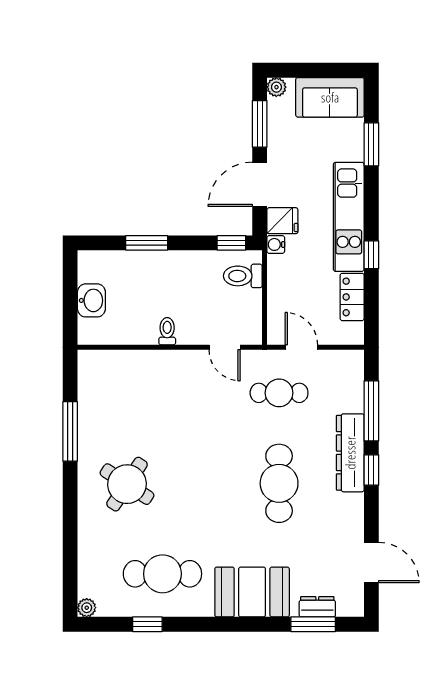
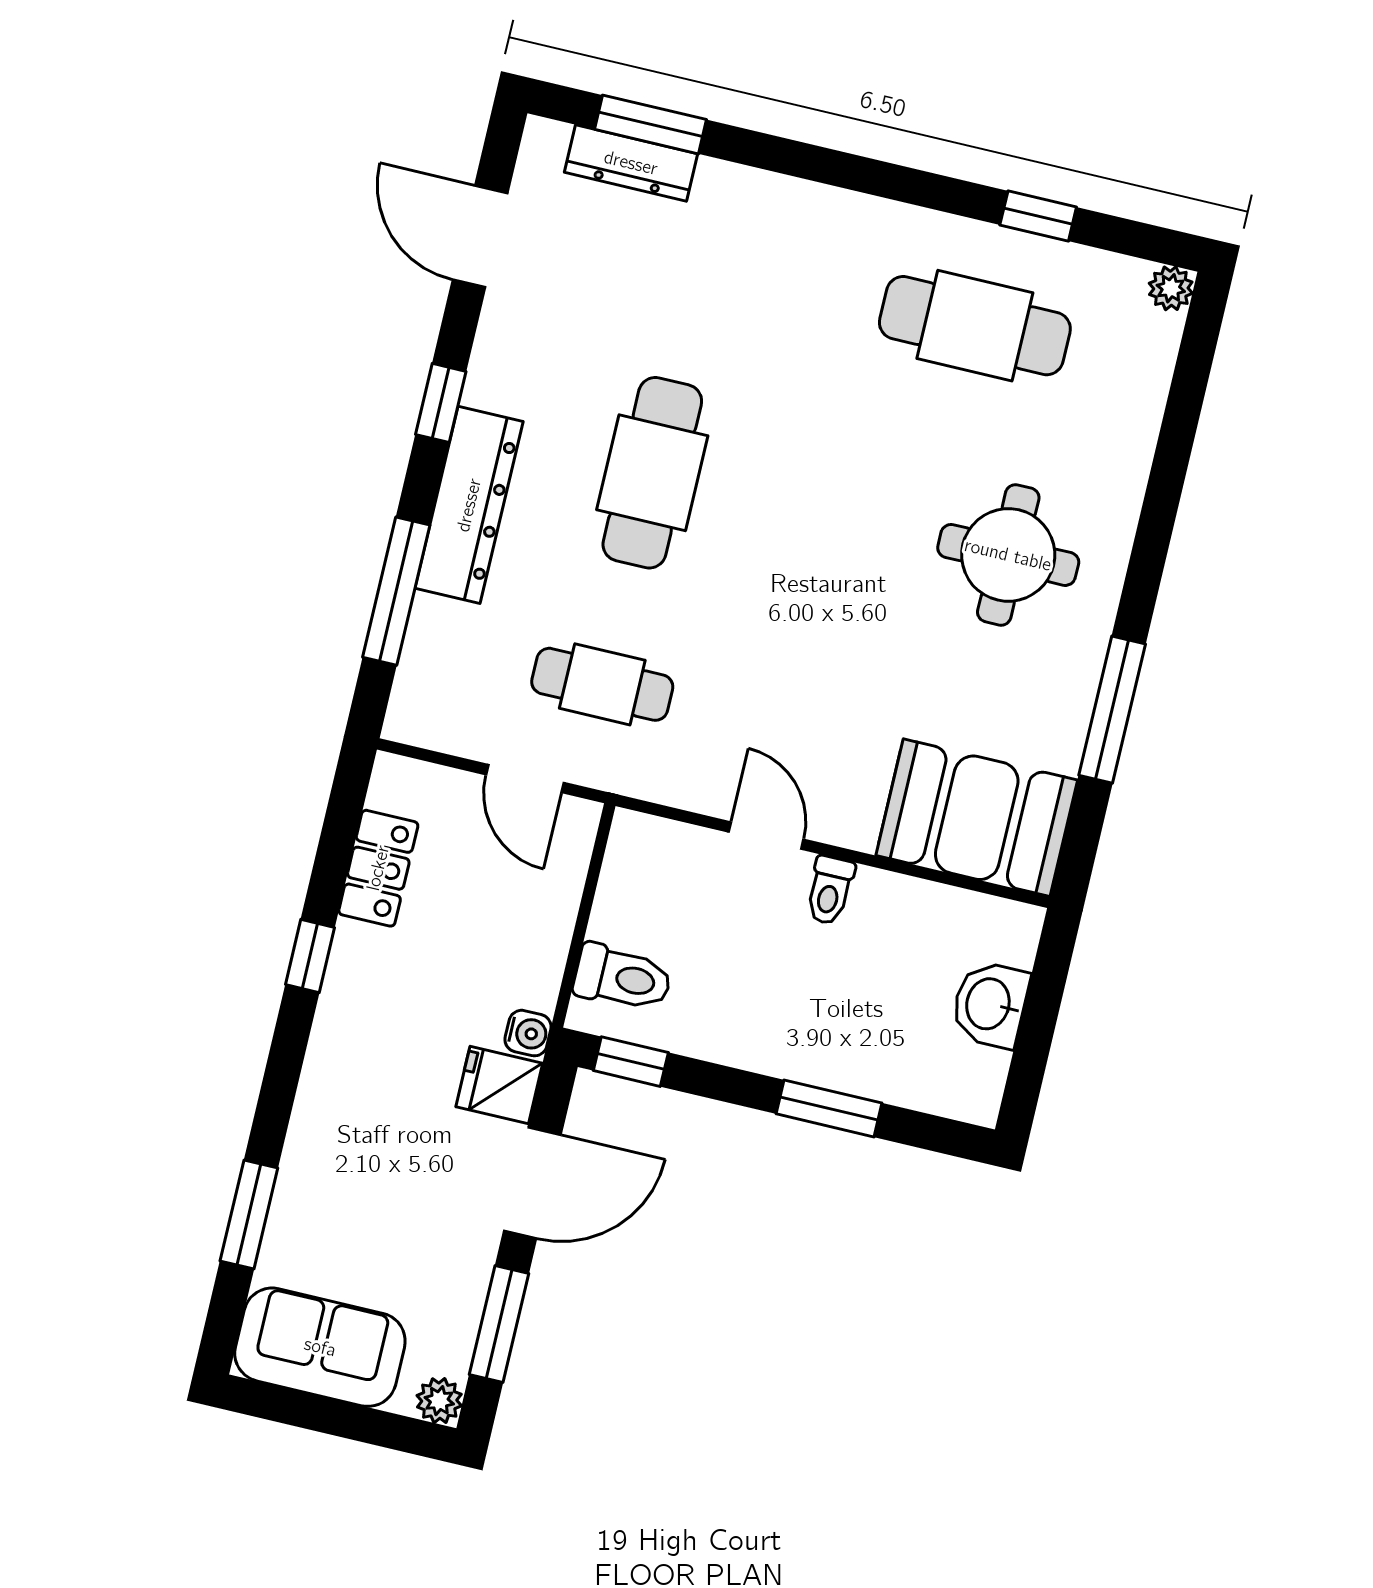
kitchen unit: (349, 217) -> (342, 1057), removed
door: (225, 347) -> (766, 836), moved
window: (371, 470) -> (441, 403), moved
round table: (127, 484) -> (1008, 555), turned -33
booth: (252, 592) -> (977, 818), moved
dresser: (317, 607) -> (631, 163), width x1.44

